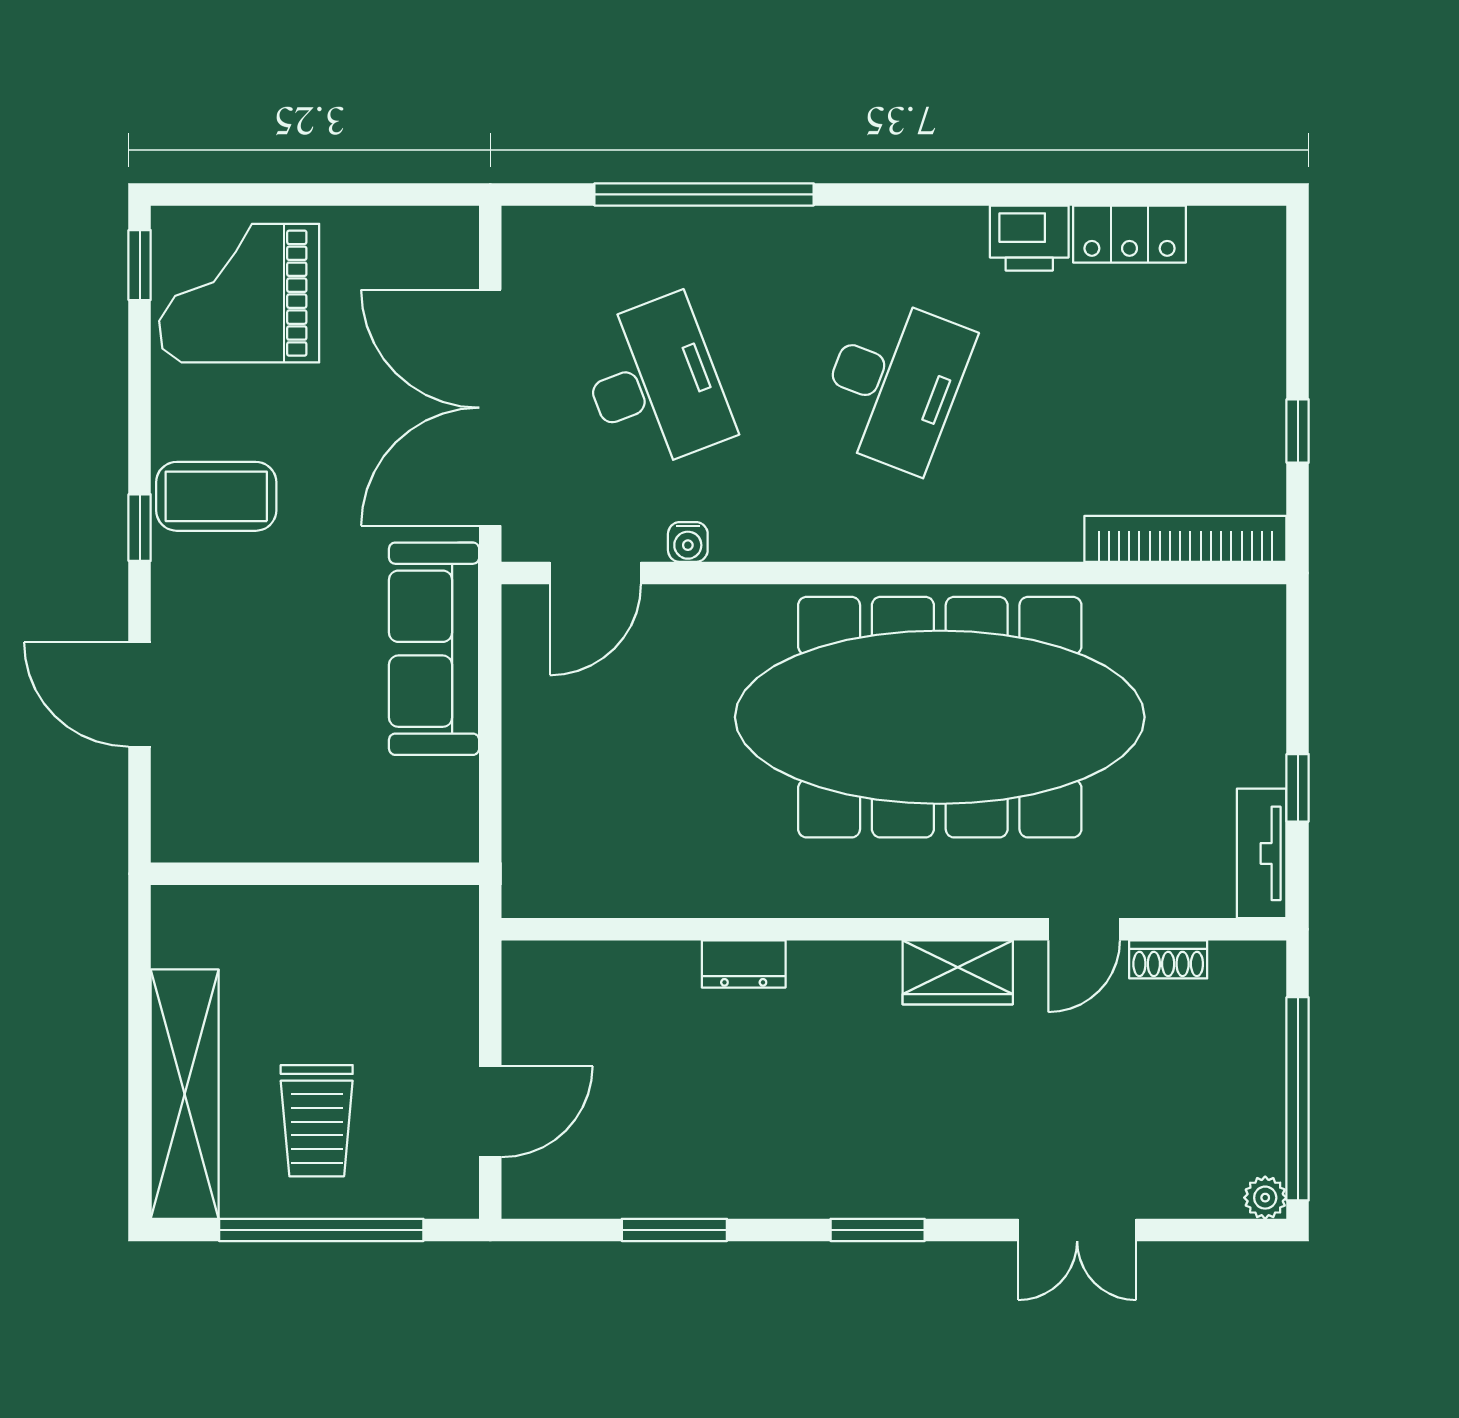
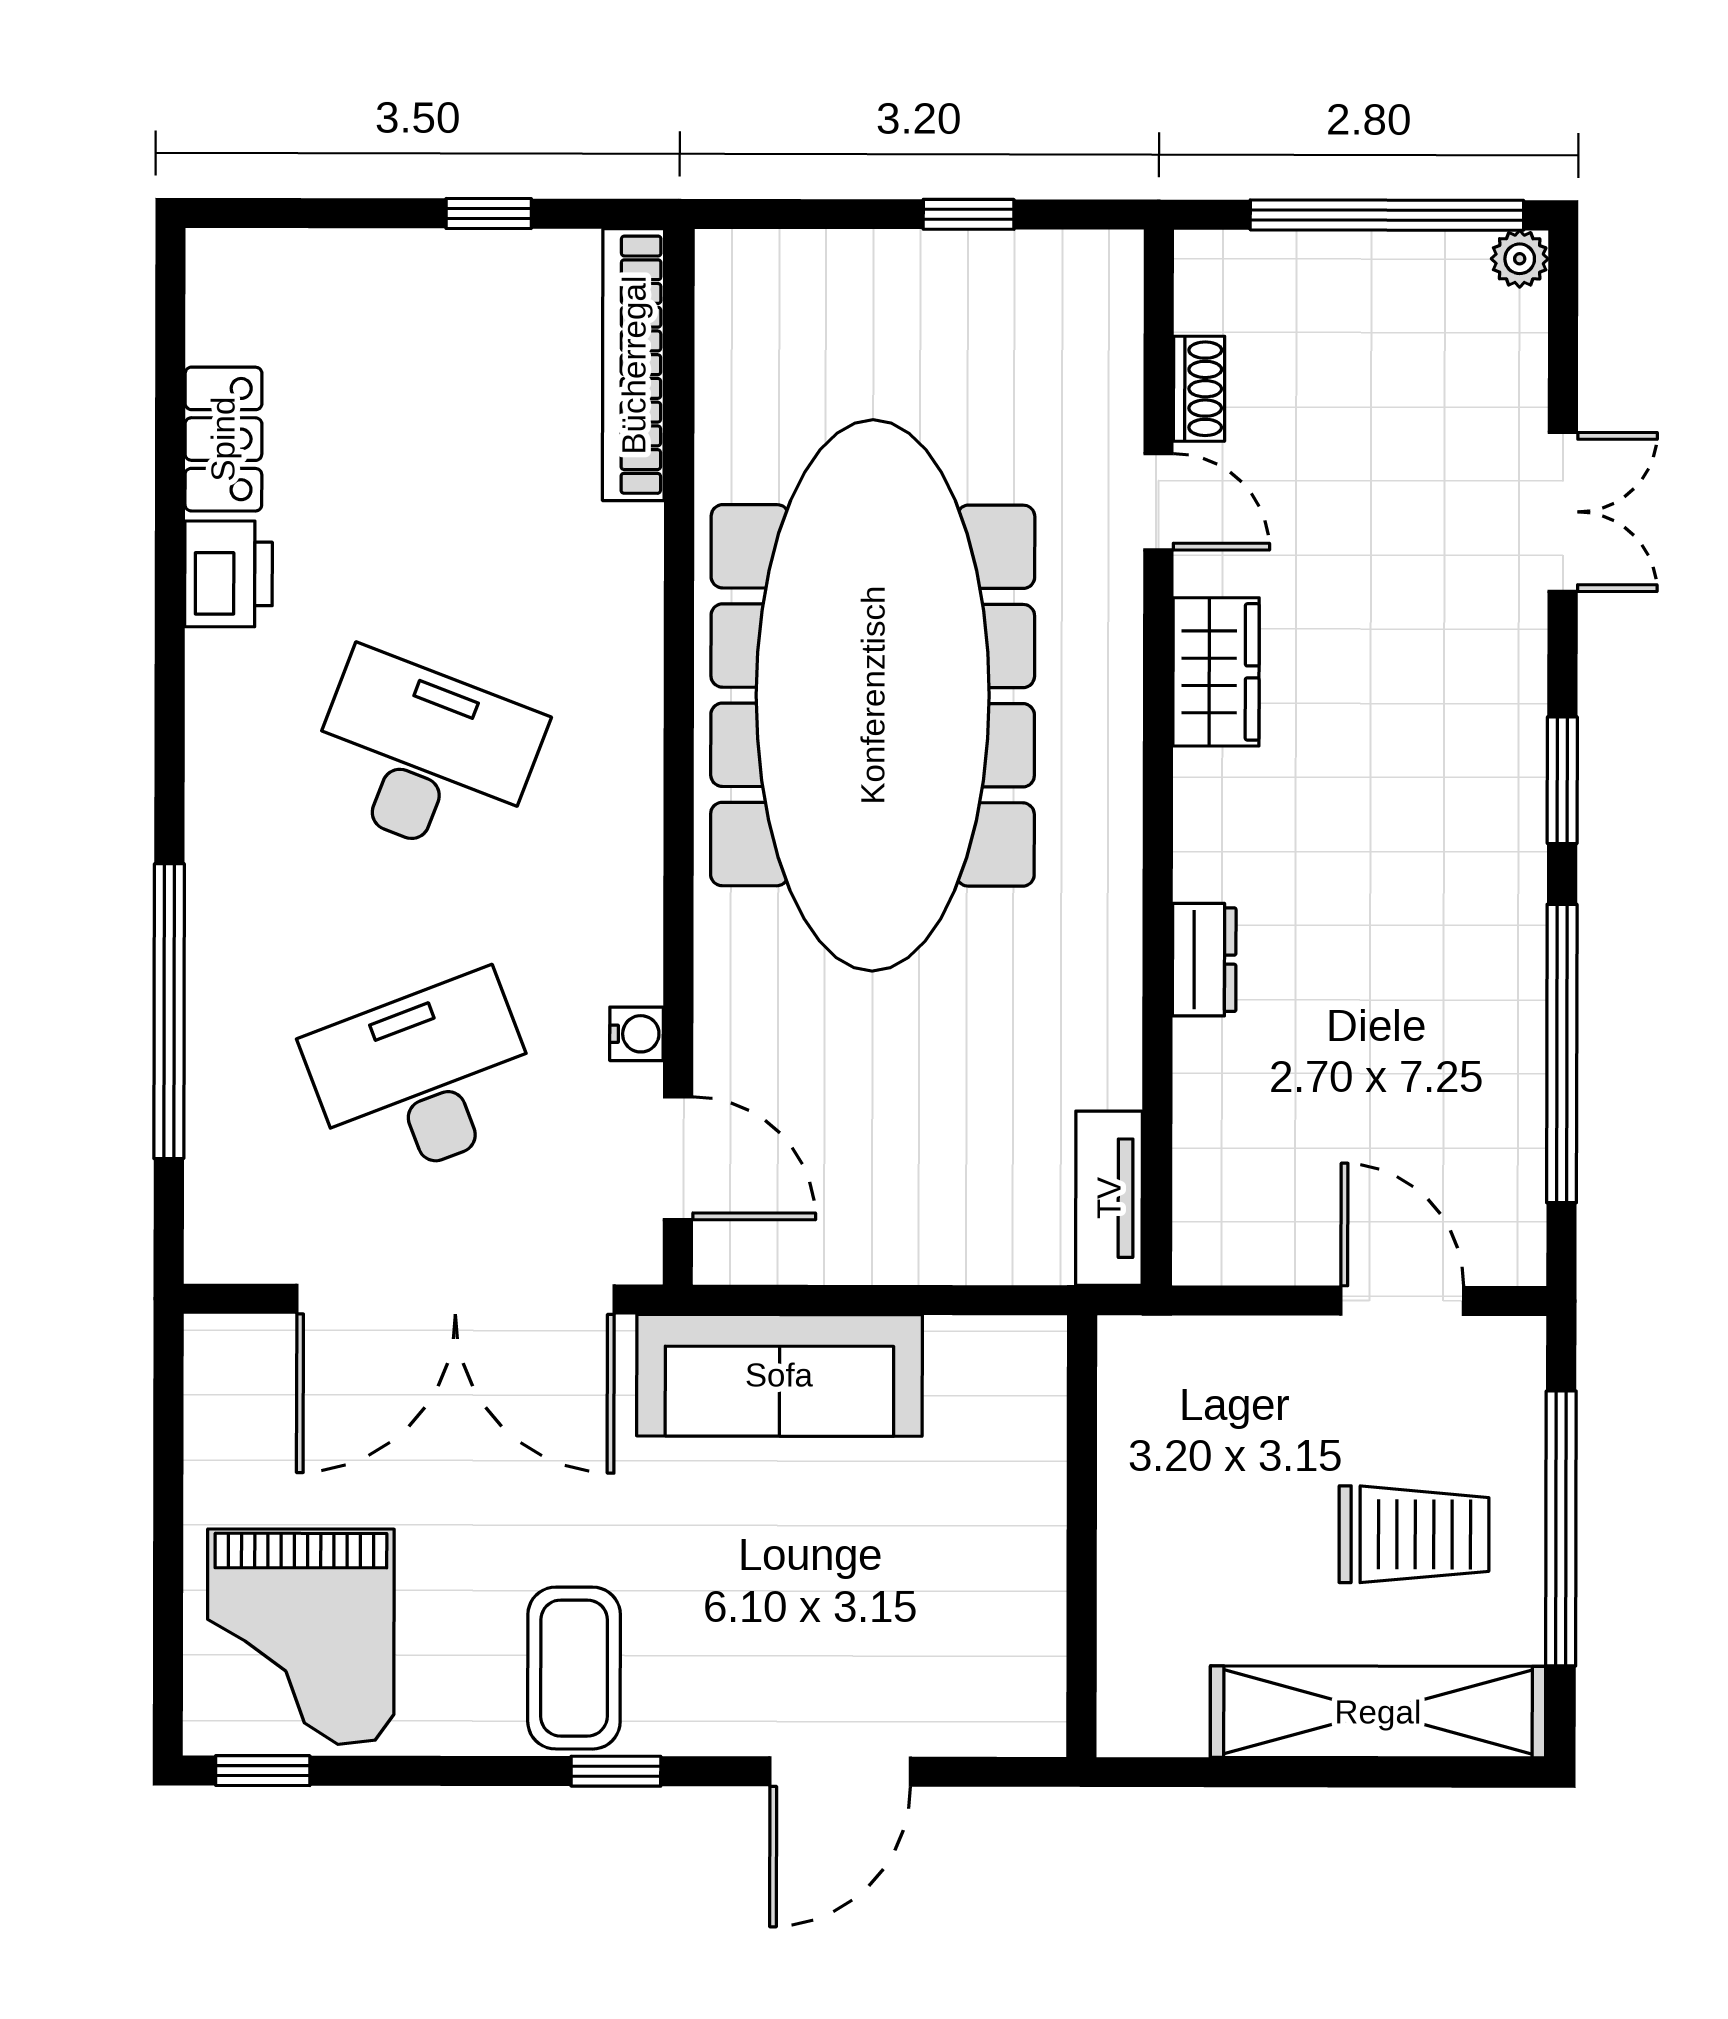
tv unit: (1262, 853) -> (1109, 1198), moved, turned 90
window: (674, 1230) -> (1562, 1054), width x2.11

